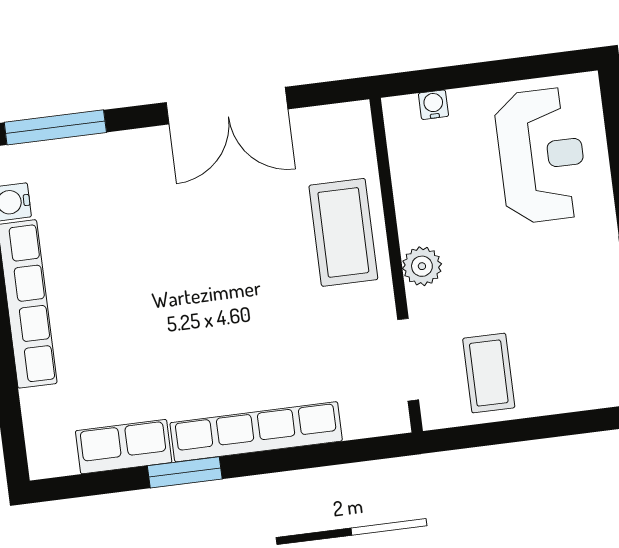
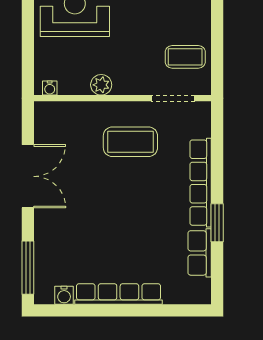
water cooler: (433, 105) -> (50, 88), moved, turned -90
coffee table: (343, 232) -> (130, 142), moved
plant: (422, 266) -> (101, 85), moved

